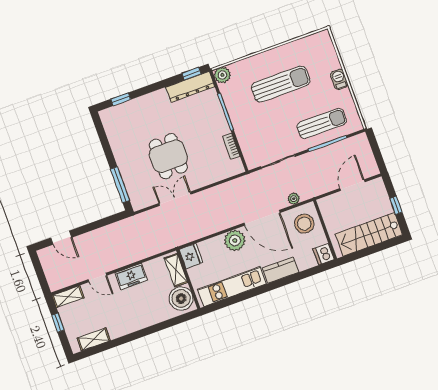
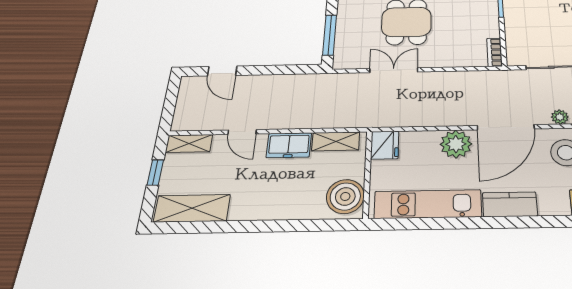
bookcase: (231, 146) -> (494, 52), moved
door: (262, 218) -> (506, 127), hinge flipped
shelving: (176, 270) -> (336, 141), moved, turned 90
shelving: (94, 339) -> (192, 208), width x1.50, depth x1.33

